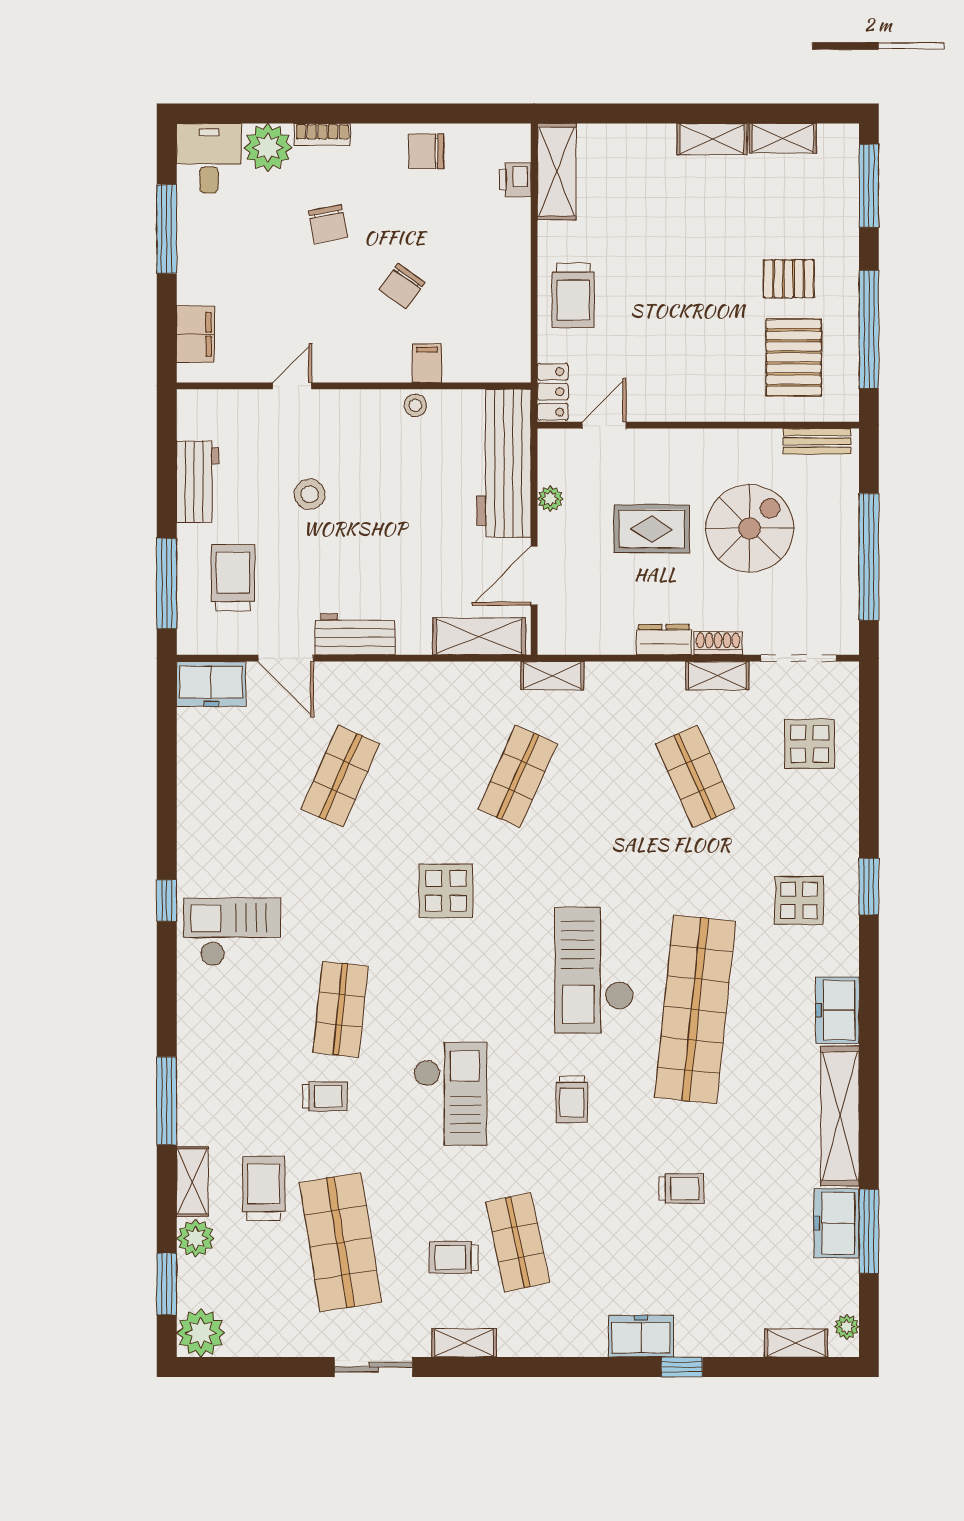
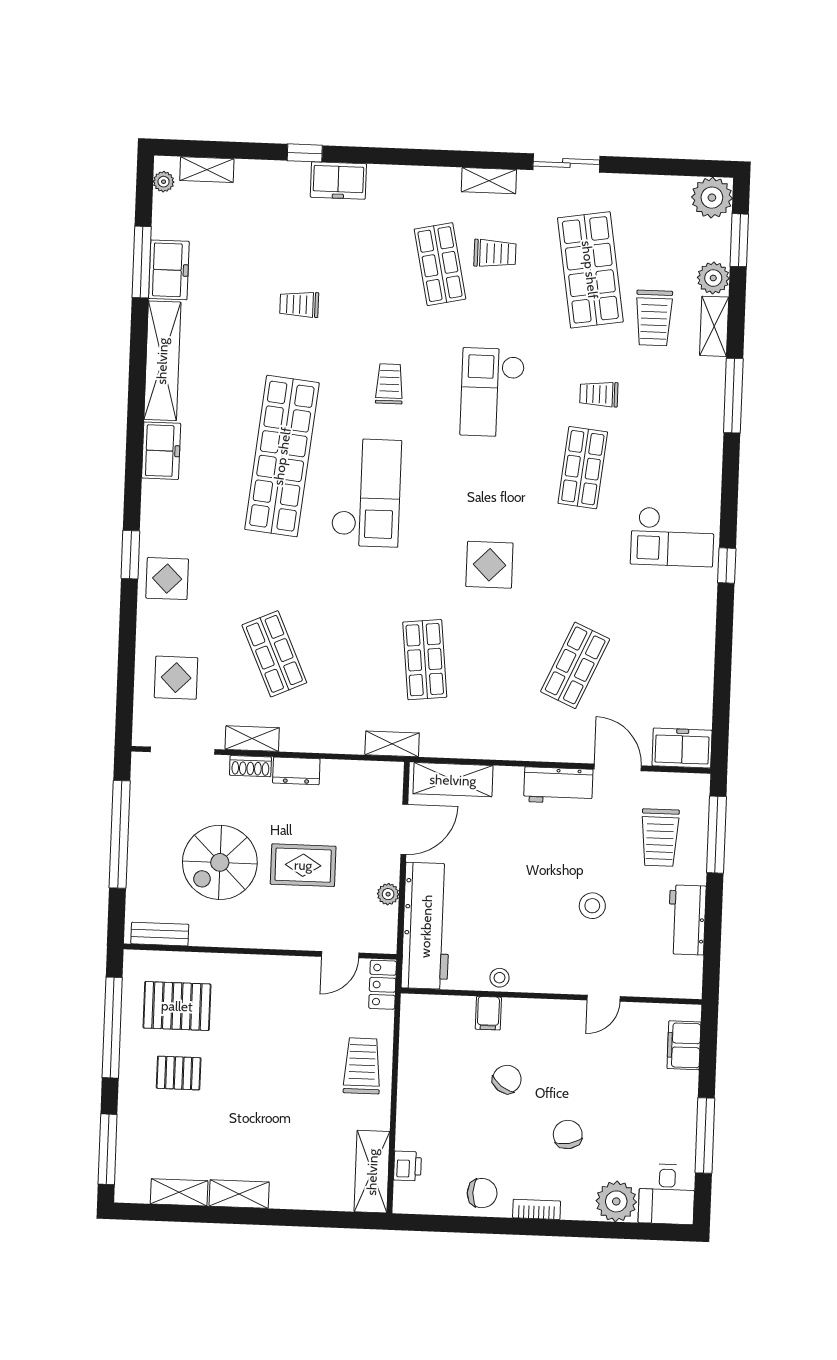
bookcase: (322, 134) -> (537, 1209), moved
pallet: (794, 357) -> (177, 1006), turned 90
shop shelf: (518, 776) -> (425, 660), turned -30
display table: (799, 900) -> (167, 579), moved

